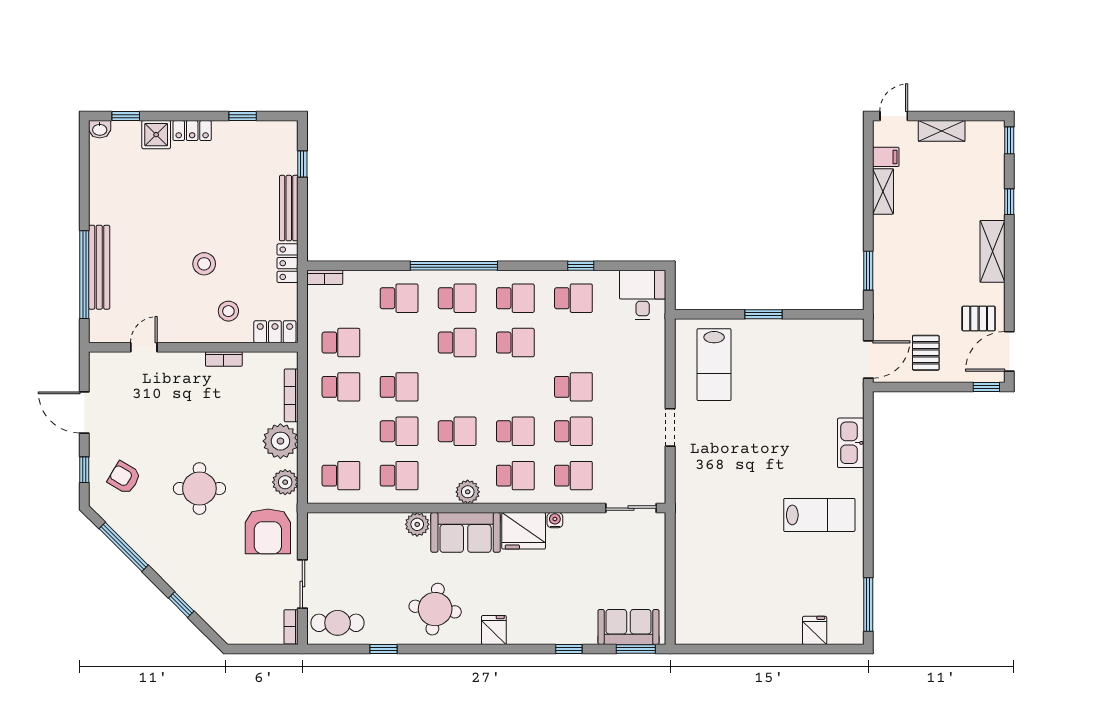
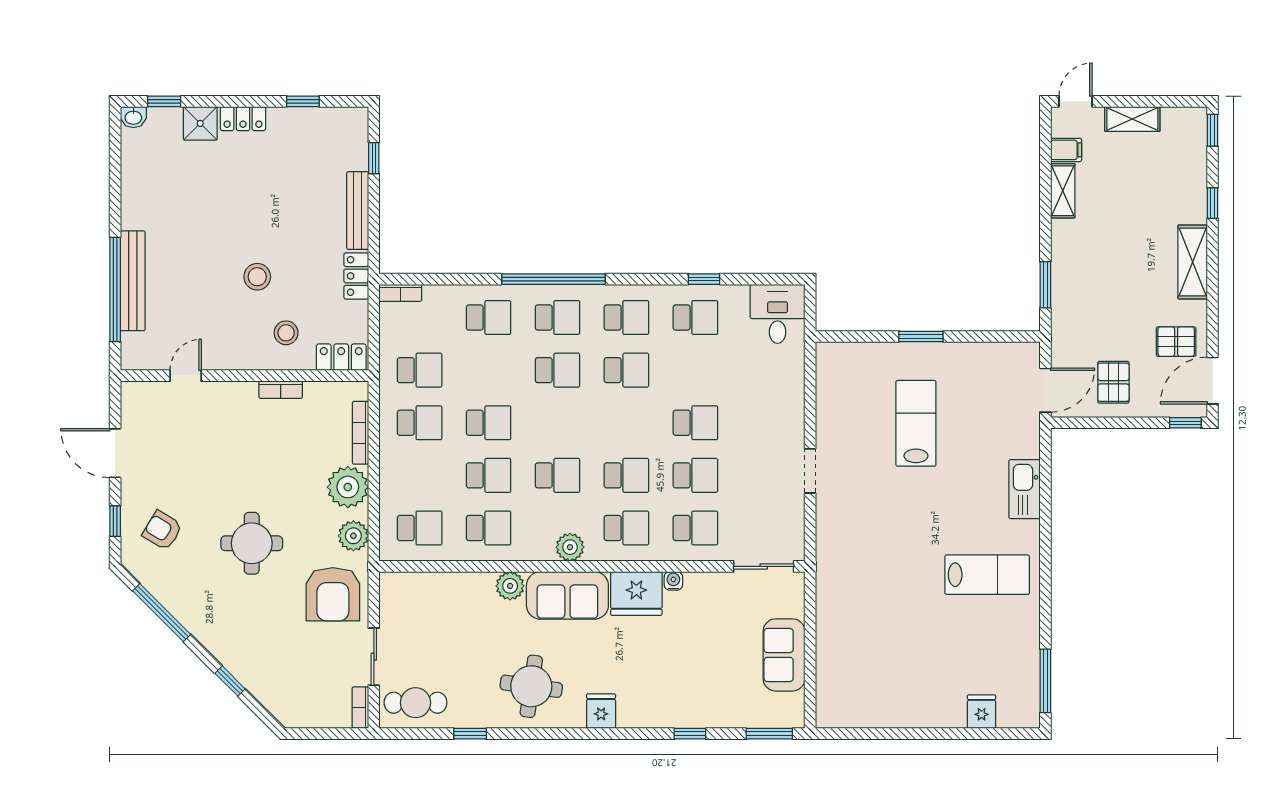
lab bench: (714, 365) -> (916, 423), moved, turned 180
sofa: (628, 627) -> (784, 655), moved, turned -90

